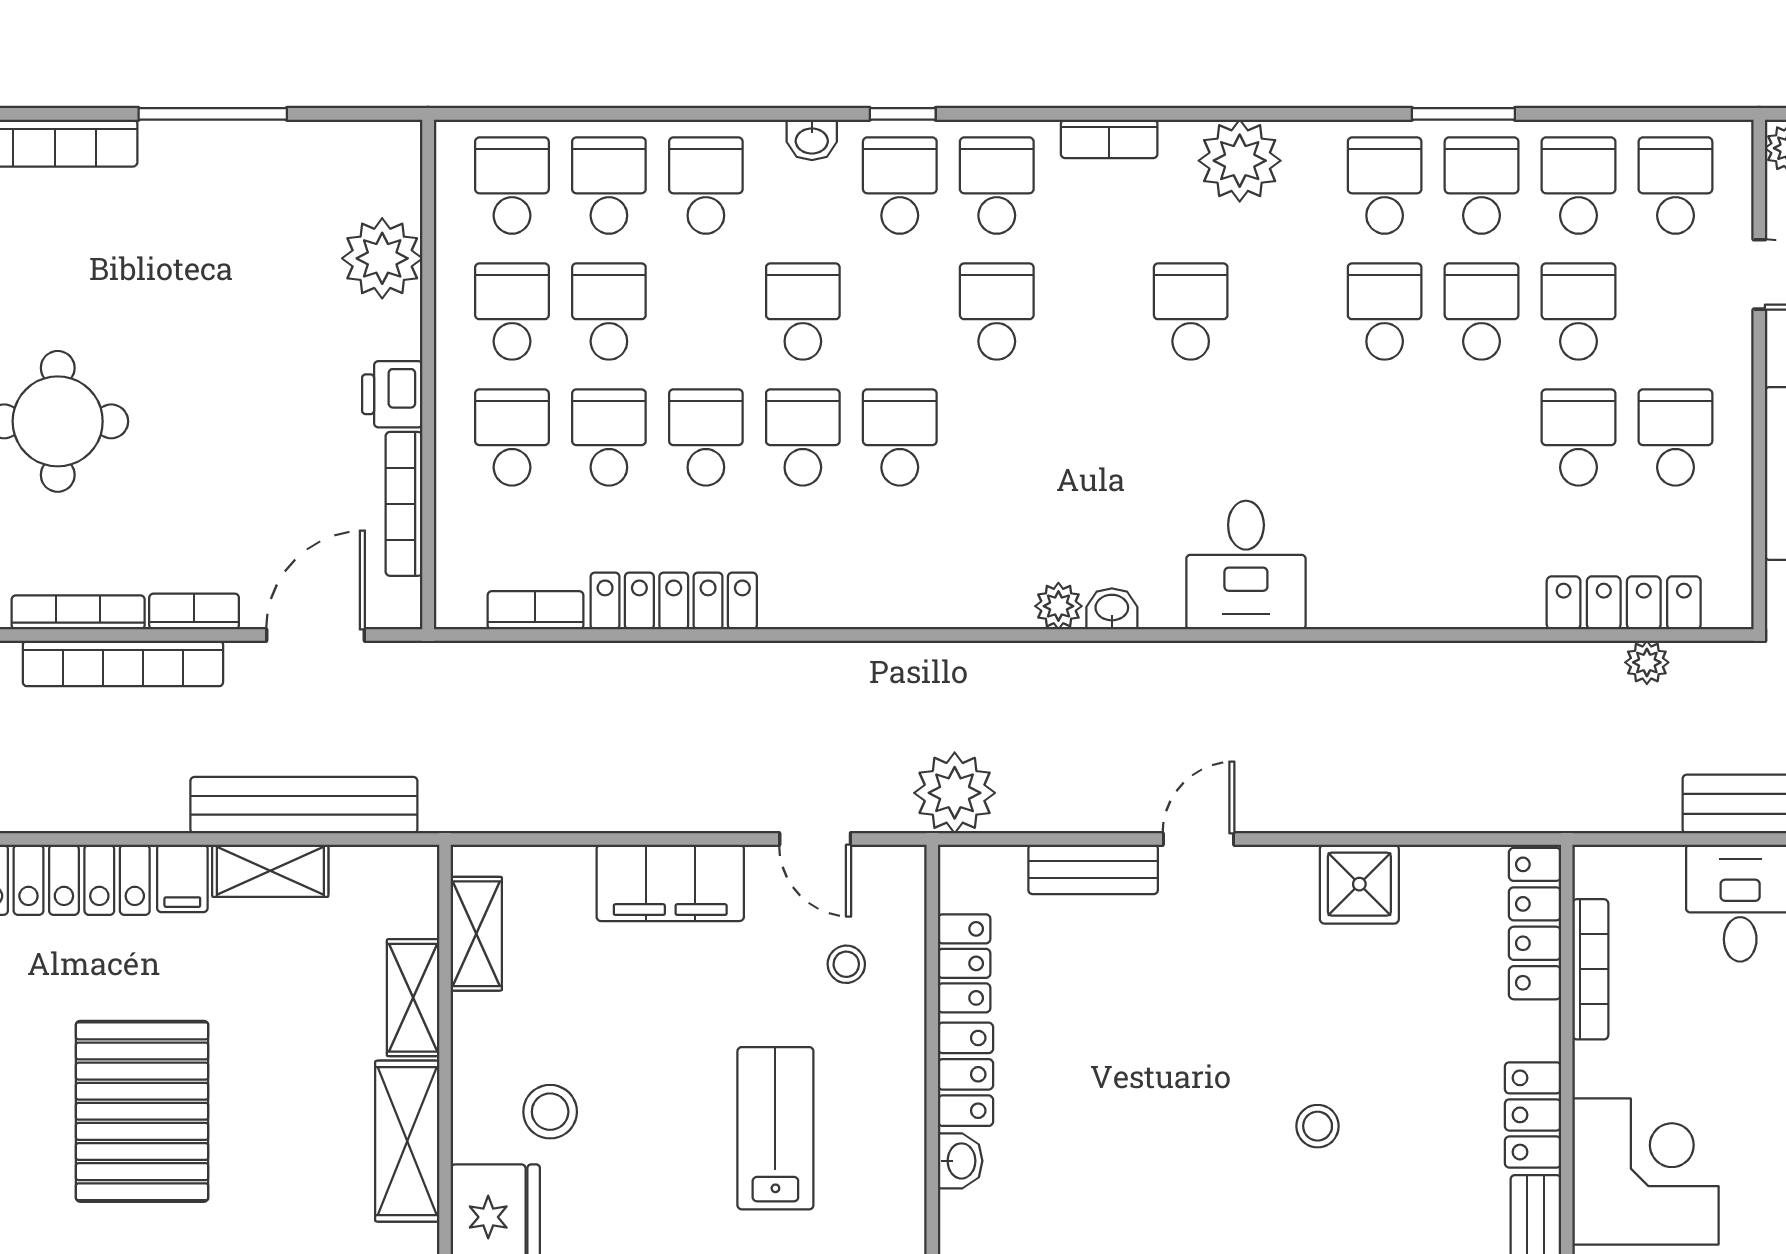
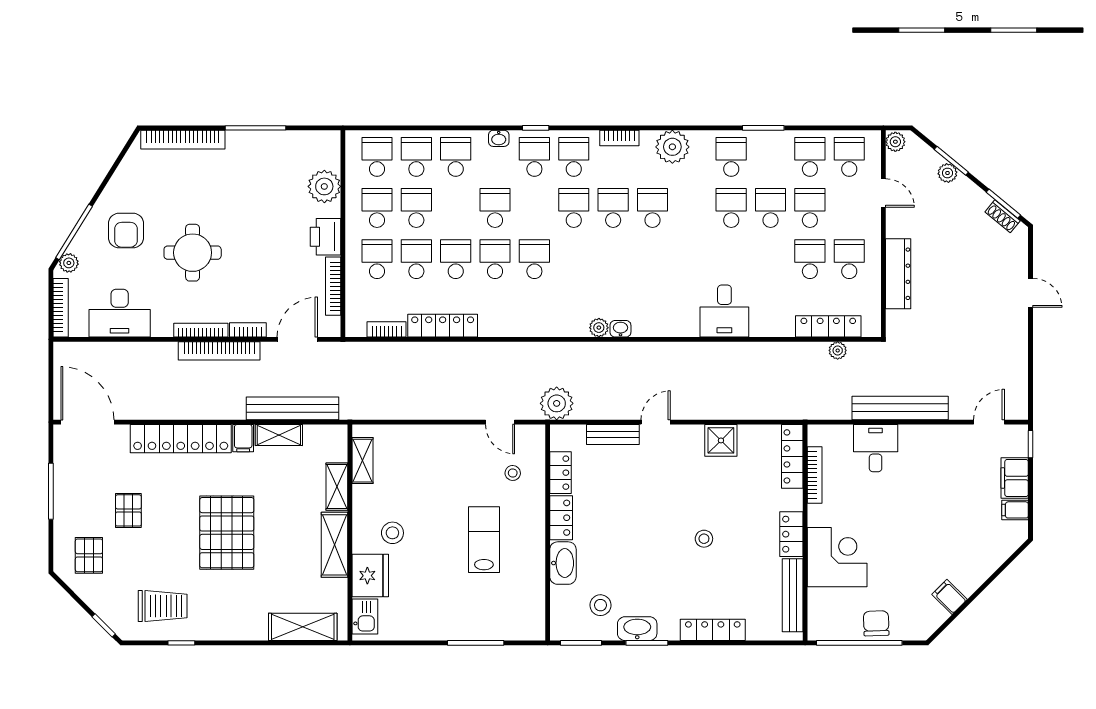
school desk: (1482, 186) -> (613, 208), moved
printer: (392, 394) -> (325, 237), width x1.36, depth x1.24
desk: (1246, 565) -> (724, 311), moved
filing cabinet: (670, 883) -> (441, 440), removed
washbasin: (960, 1161) -> (563, 563), width x1.91, depth x1.45

